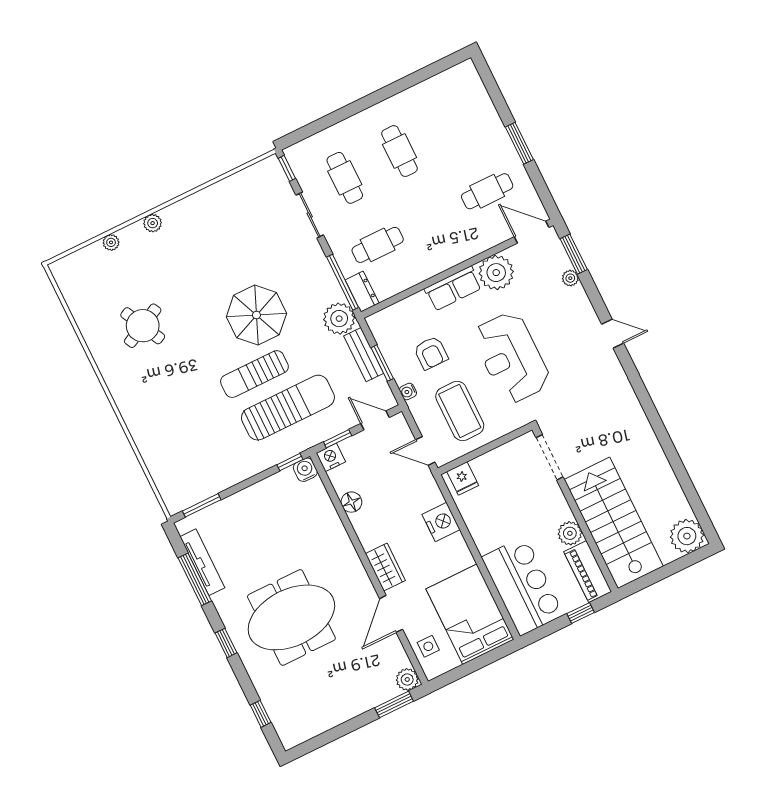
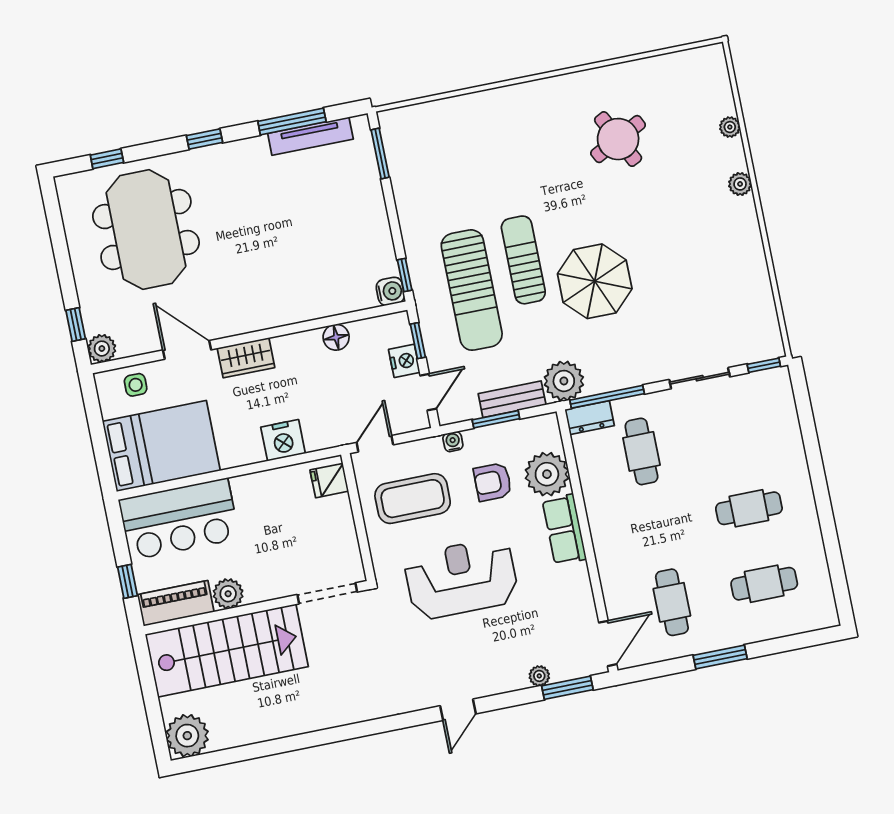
cafe table: (345, 178) -> (764, 584), moved
plant: (496, 273) -> (547, 474), moved
nightstand: (331, 457) -> (404, 361), moved
meeting table: (291, 617) -> (146, 230), moved
window: (394, 704) -> (76, 324), width x0.67

